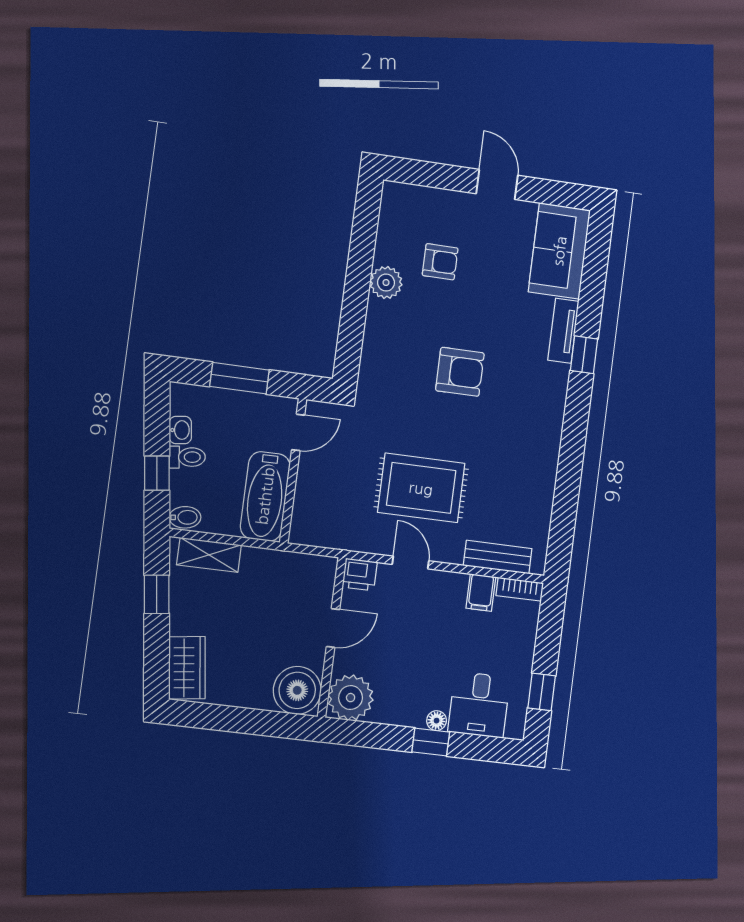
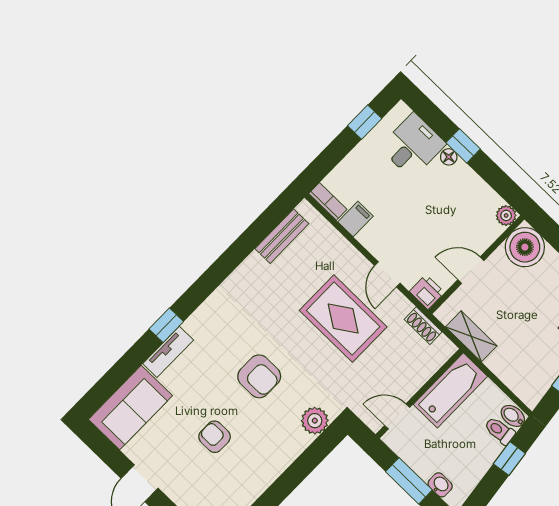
armchair: (440, 262) -> (215, 437), moved
plant: (386, 283) -> (315, 421), moved
armchair: (460, 372) -> (259, 376), turned 180
washbasin: (180, 430) -> (440, 485), moved, turned 97
toilet: (187, 457) -> (500, 431), moved
shoe rack: (339, 539) -> (423, 326), added
shelving: (209, 555) -> (471, 336), moved
bench: (498, 557) -> (282, 236), moved, turned 90
plant: (351, 698) -> (506, 215), width x0.53, depth x0.53

